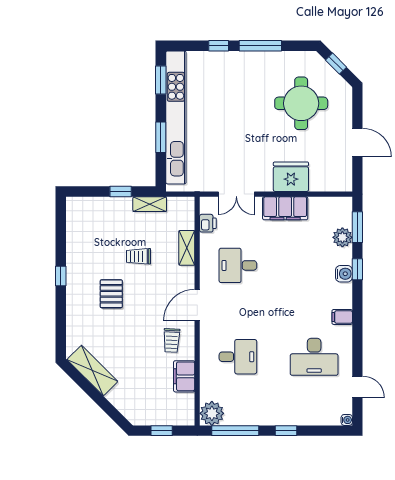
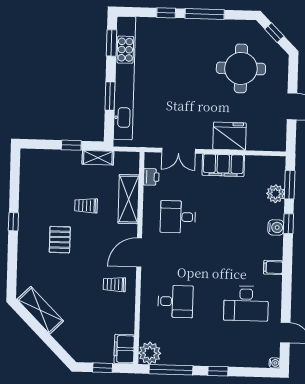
shelving: (187, 248) -> (129, 199), width x1.50, depth x1.33
trolley: (172, 340) -> (114, 284), turned 87
filing cabinet: (184, 376) -> (124, 349), moved

